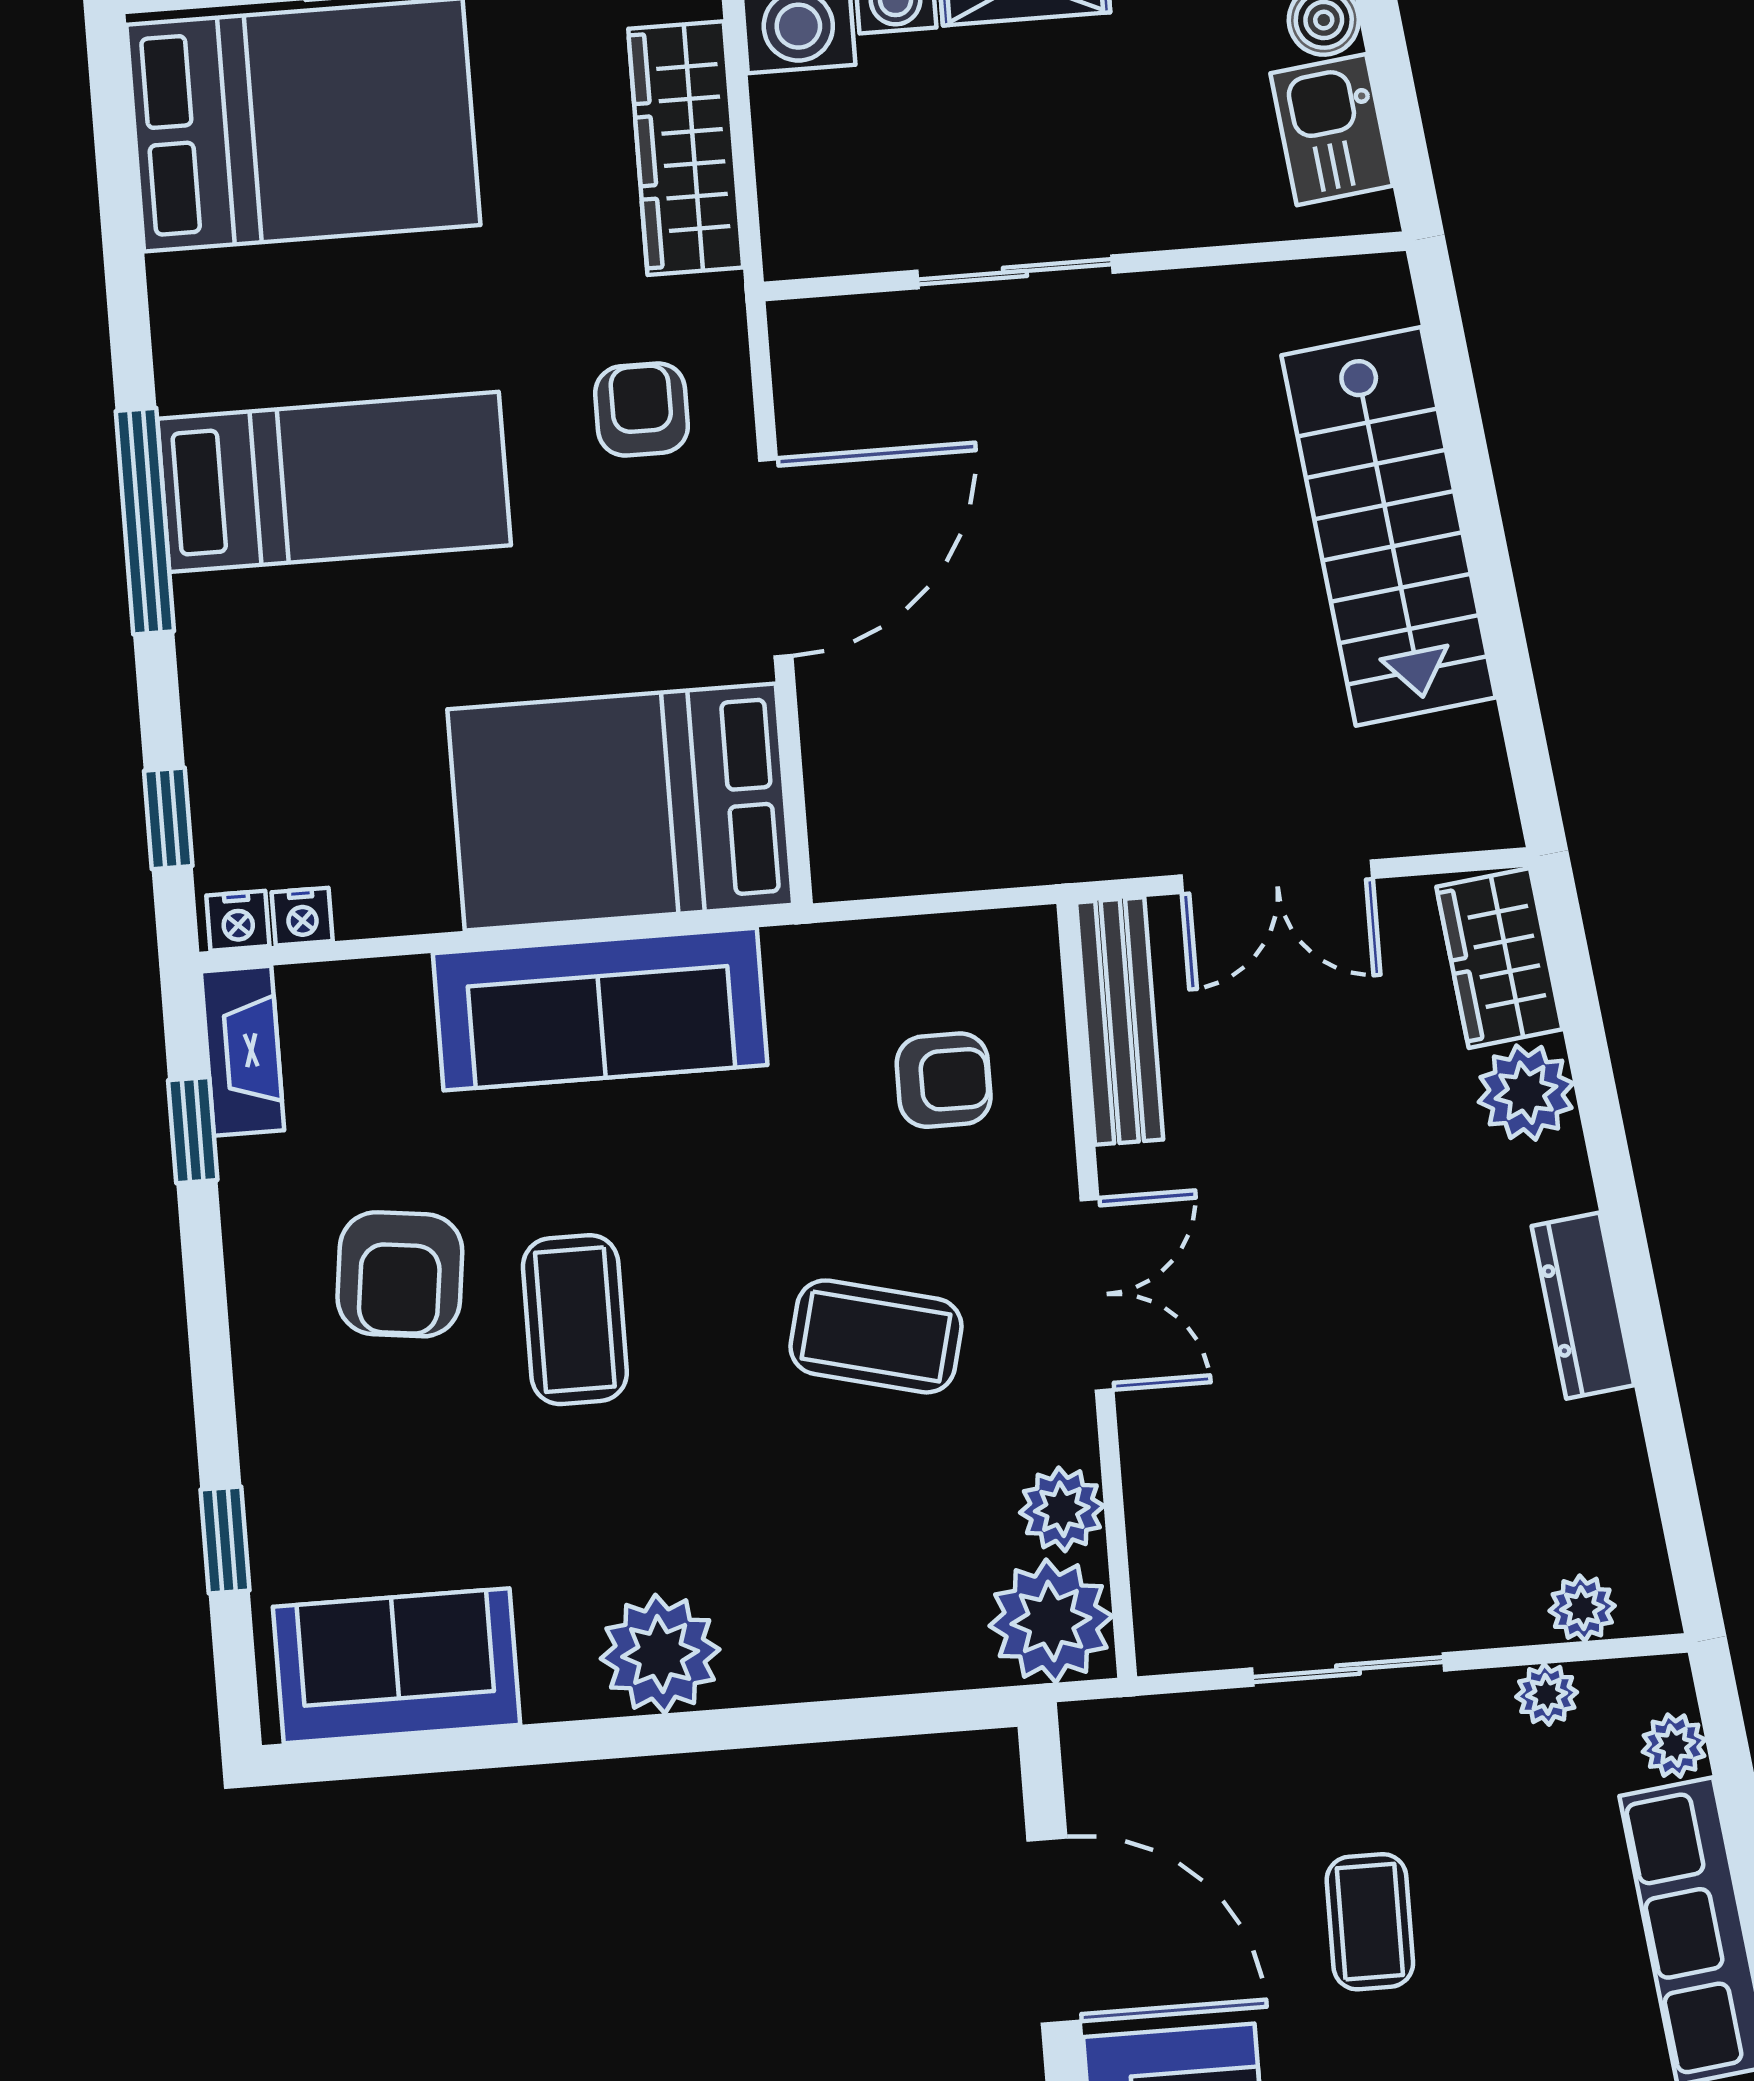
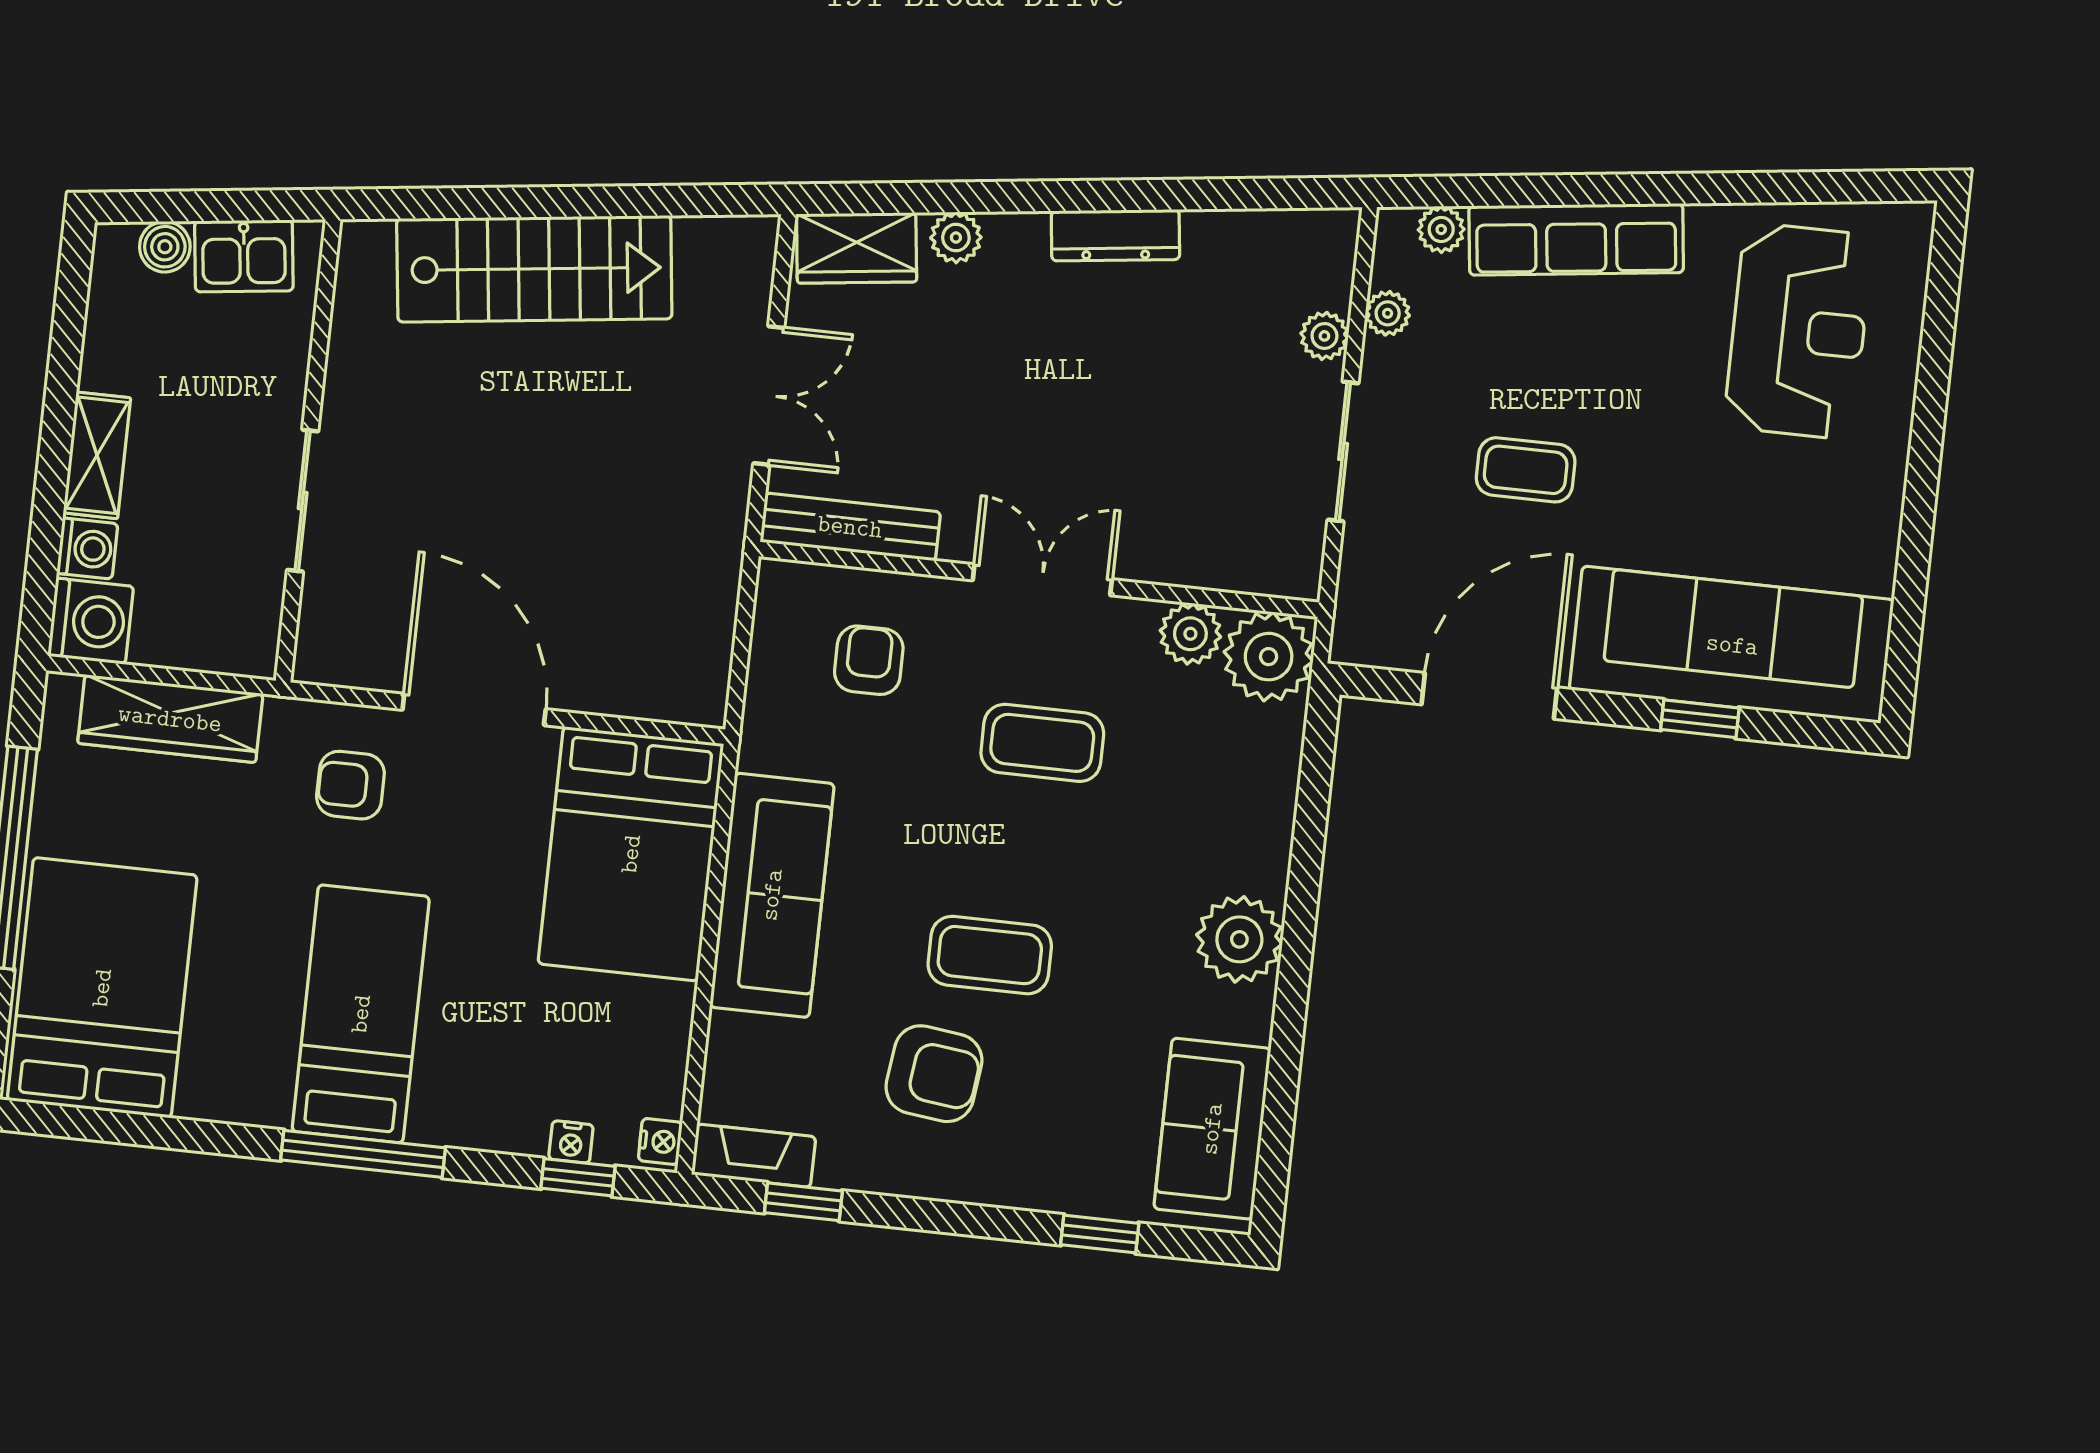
nightstand: (302, 917) -> (571, 1142), moved, turned 90
plant: (1526, 1093) -> (956, 237), width x0.73, depth x0.73
coffee table: (876, 1336) -> (1042, 743), turned 76
plant: (1582, 1608) -> (1324, 336), moved

